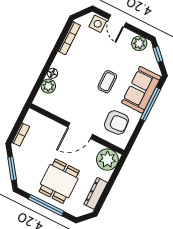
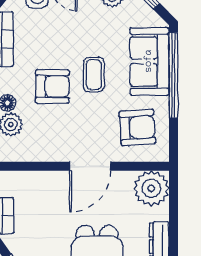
armchair: (81, 77) -> (52, 86), added
window: (151, 104) -> (173, 75), width x1.46

